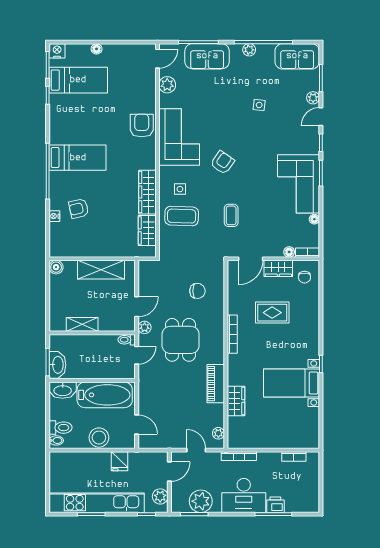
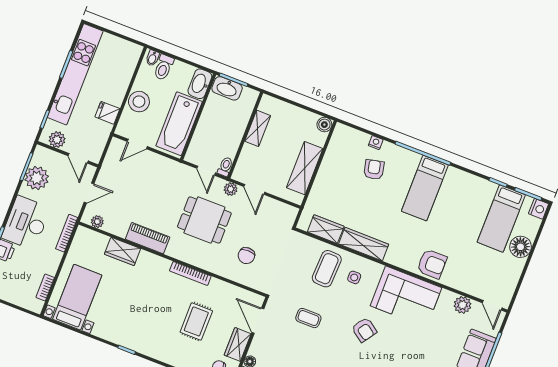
floor lamp: (97, 49) -> (521, 247), width x1.89, depth x1.89
bed with nightstands: (291, 383) -> (77, 297), moved

